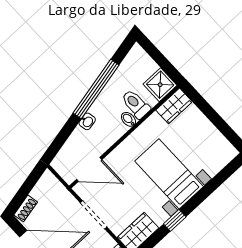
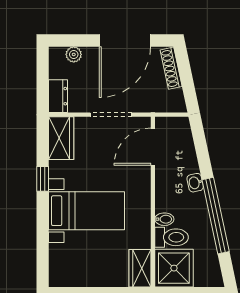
shower: (160, 85) -> (174, 268), width x1.36, depth x1.36
shoe rack: (26, 208) -> (171, 68), width x1.43

